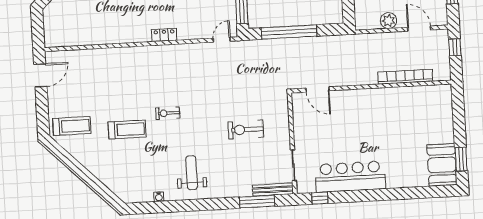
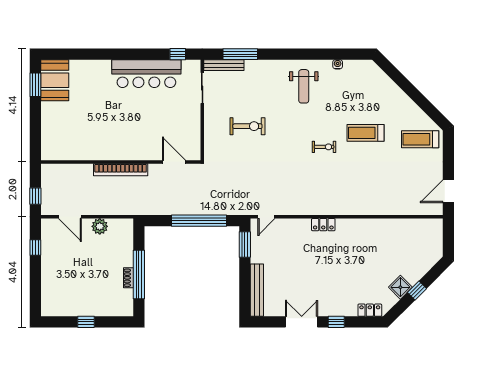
bookcase: (405, 77) -> (121, 170), moved

